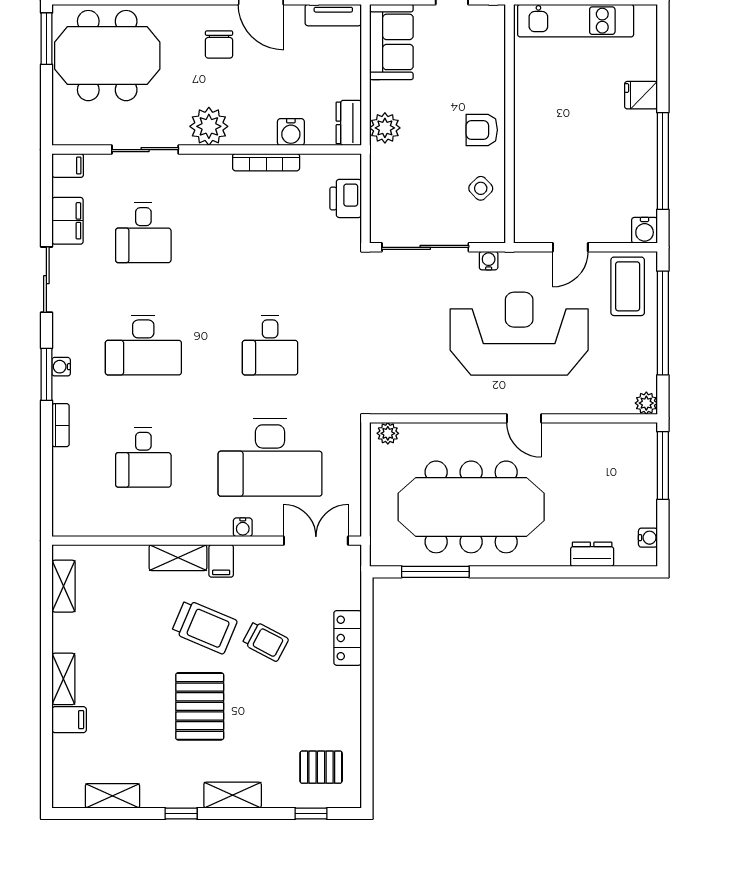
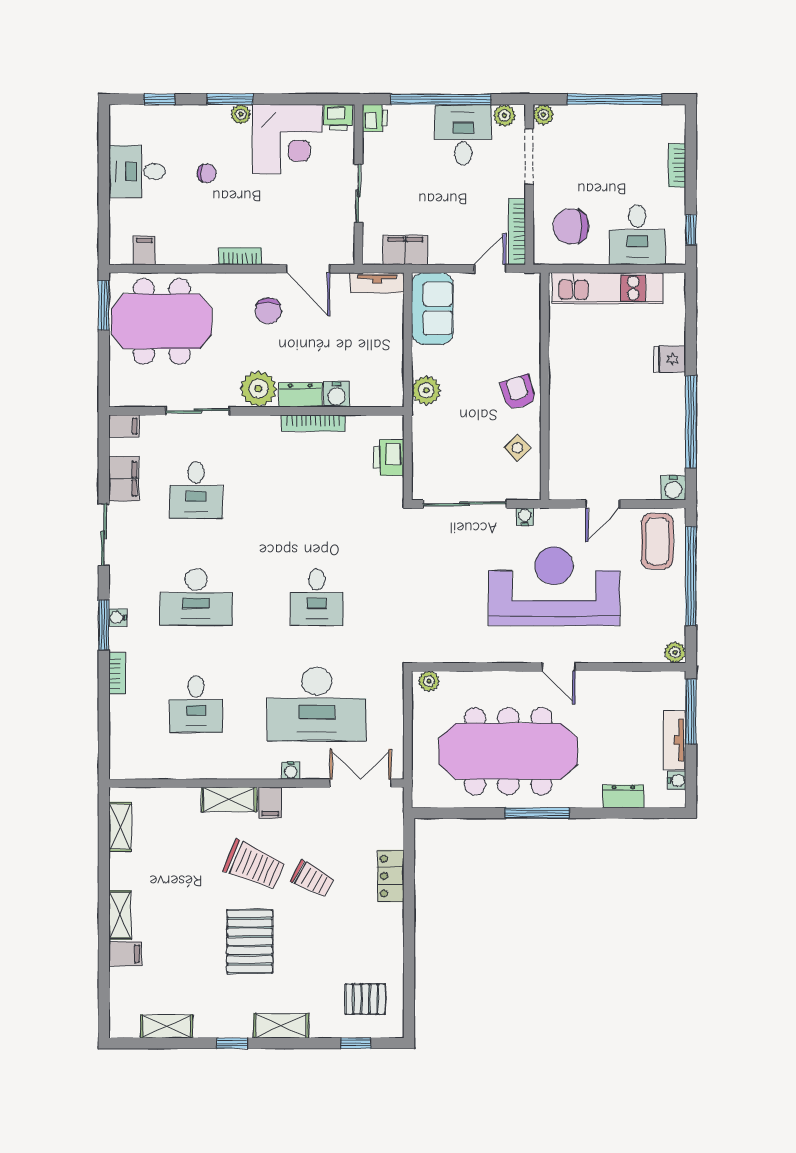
dresser: (349, 123) -> (300, 395), moved, turned 90
armchair: (482, 130) -> (518, 392), turned 72
tv unit: (646, 495) -> (675, 740), added
window: (435, 572) -> (537, 813), moved

